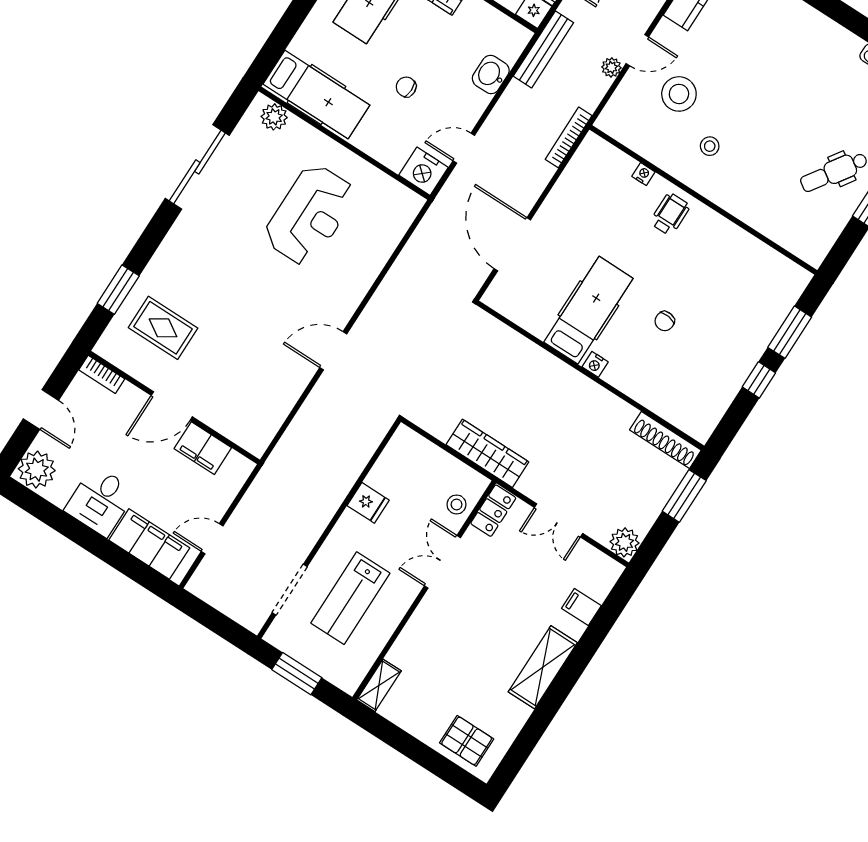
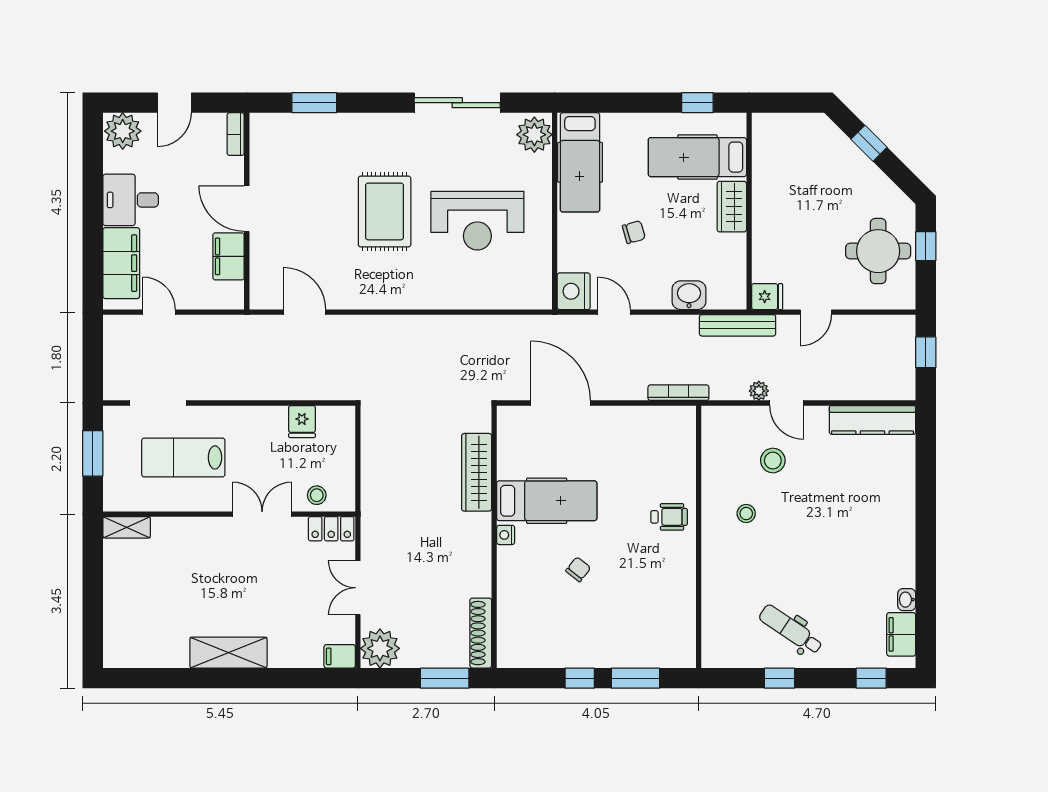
chair: (406, 87) -> (634, 232), turned 74
stool: (679, 94) -> (773, 461), width x0.73, depth x0.73
plant: (274, 117) -> (534, 135), width x1.36, depth x1.36
nightstand: (643, 174) -> (688, 474), removed
door: (512, 244) -> (561, 403), hinge flipped
chair: (665, 321) -> (578, 569), turned 121
rug: (163, 328) -> (385, 211), moved, width x1.36, depth x1.43
door: (333, 351) -> (305, 312), moved
wardrobe: (487, 453) -> (477, 472), moved, turned 180
fridge: (368, 503) -> (302, 422), moved
plant: (625, 542) -> (380, 648), width x1.36, depth x1.36
filing cabinet: (581, 607) -> (340, 656), moved, turned -90
pallet: (467, 741) -> (128, 629), removed

